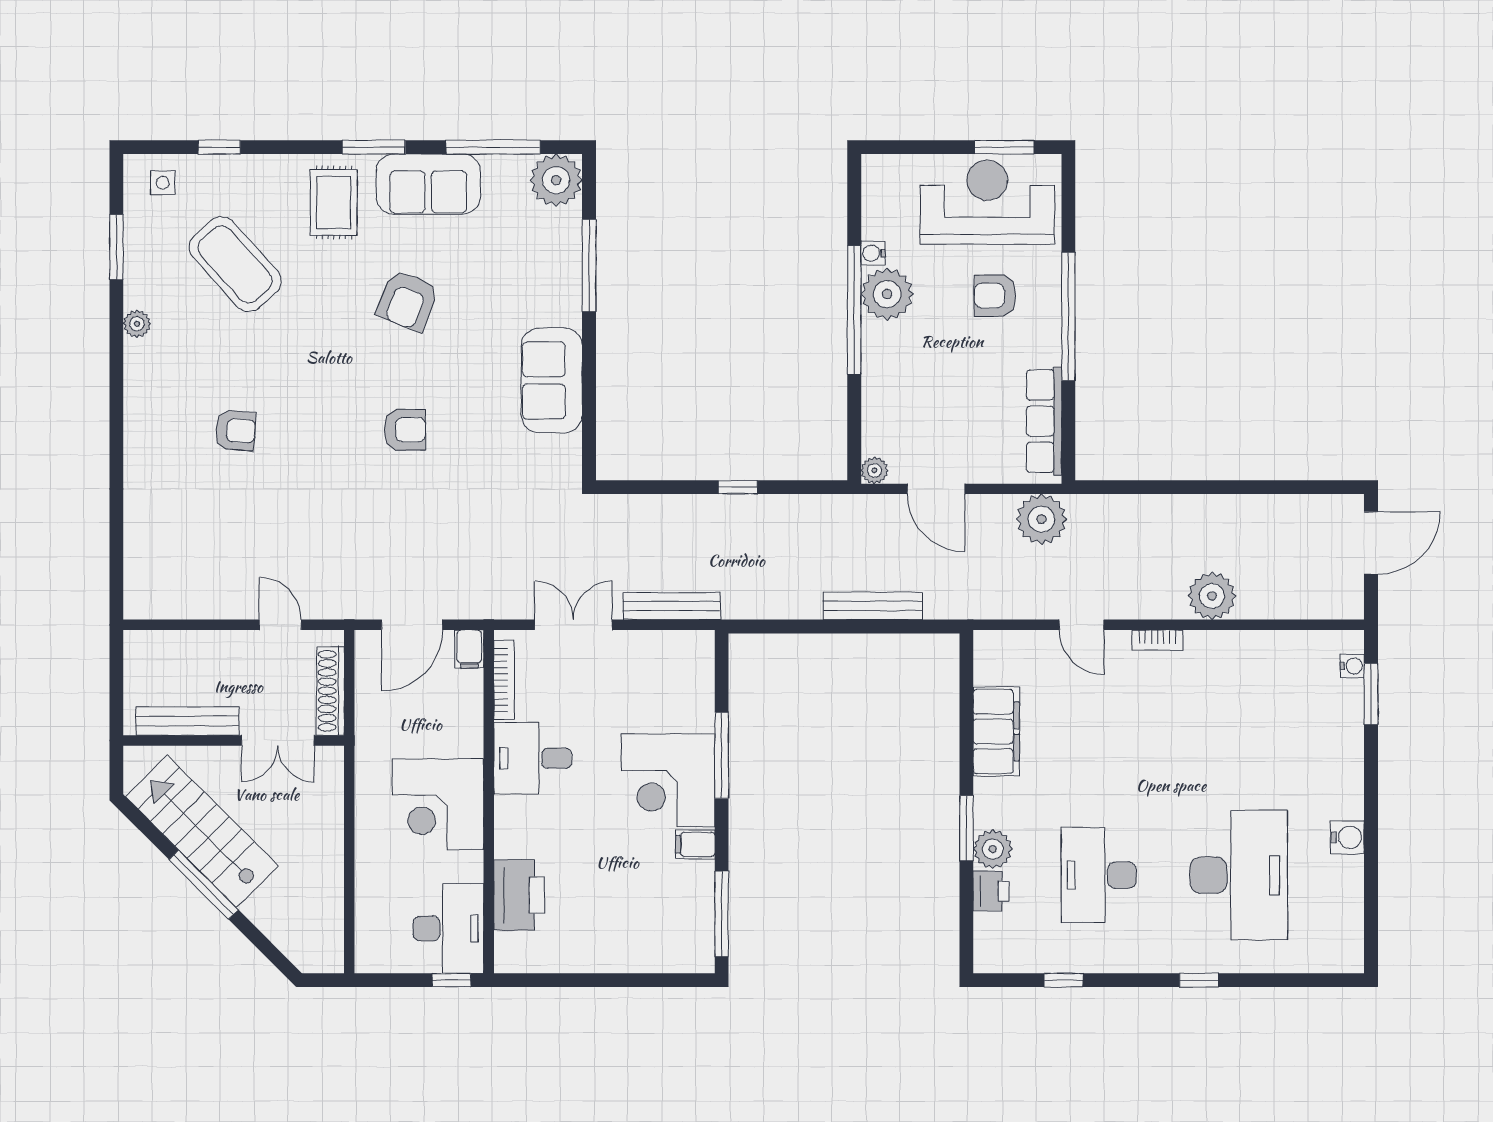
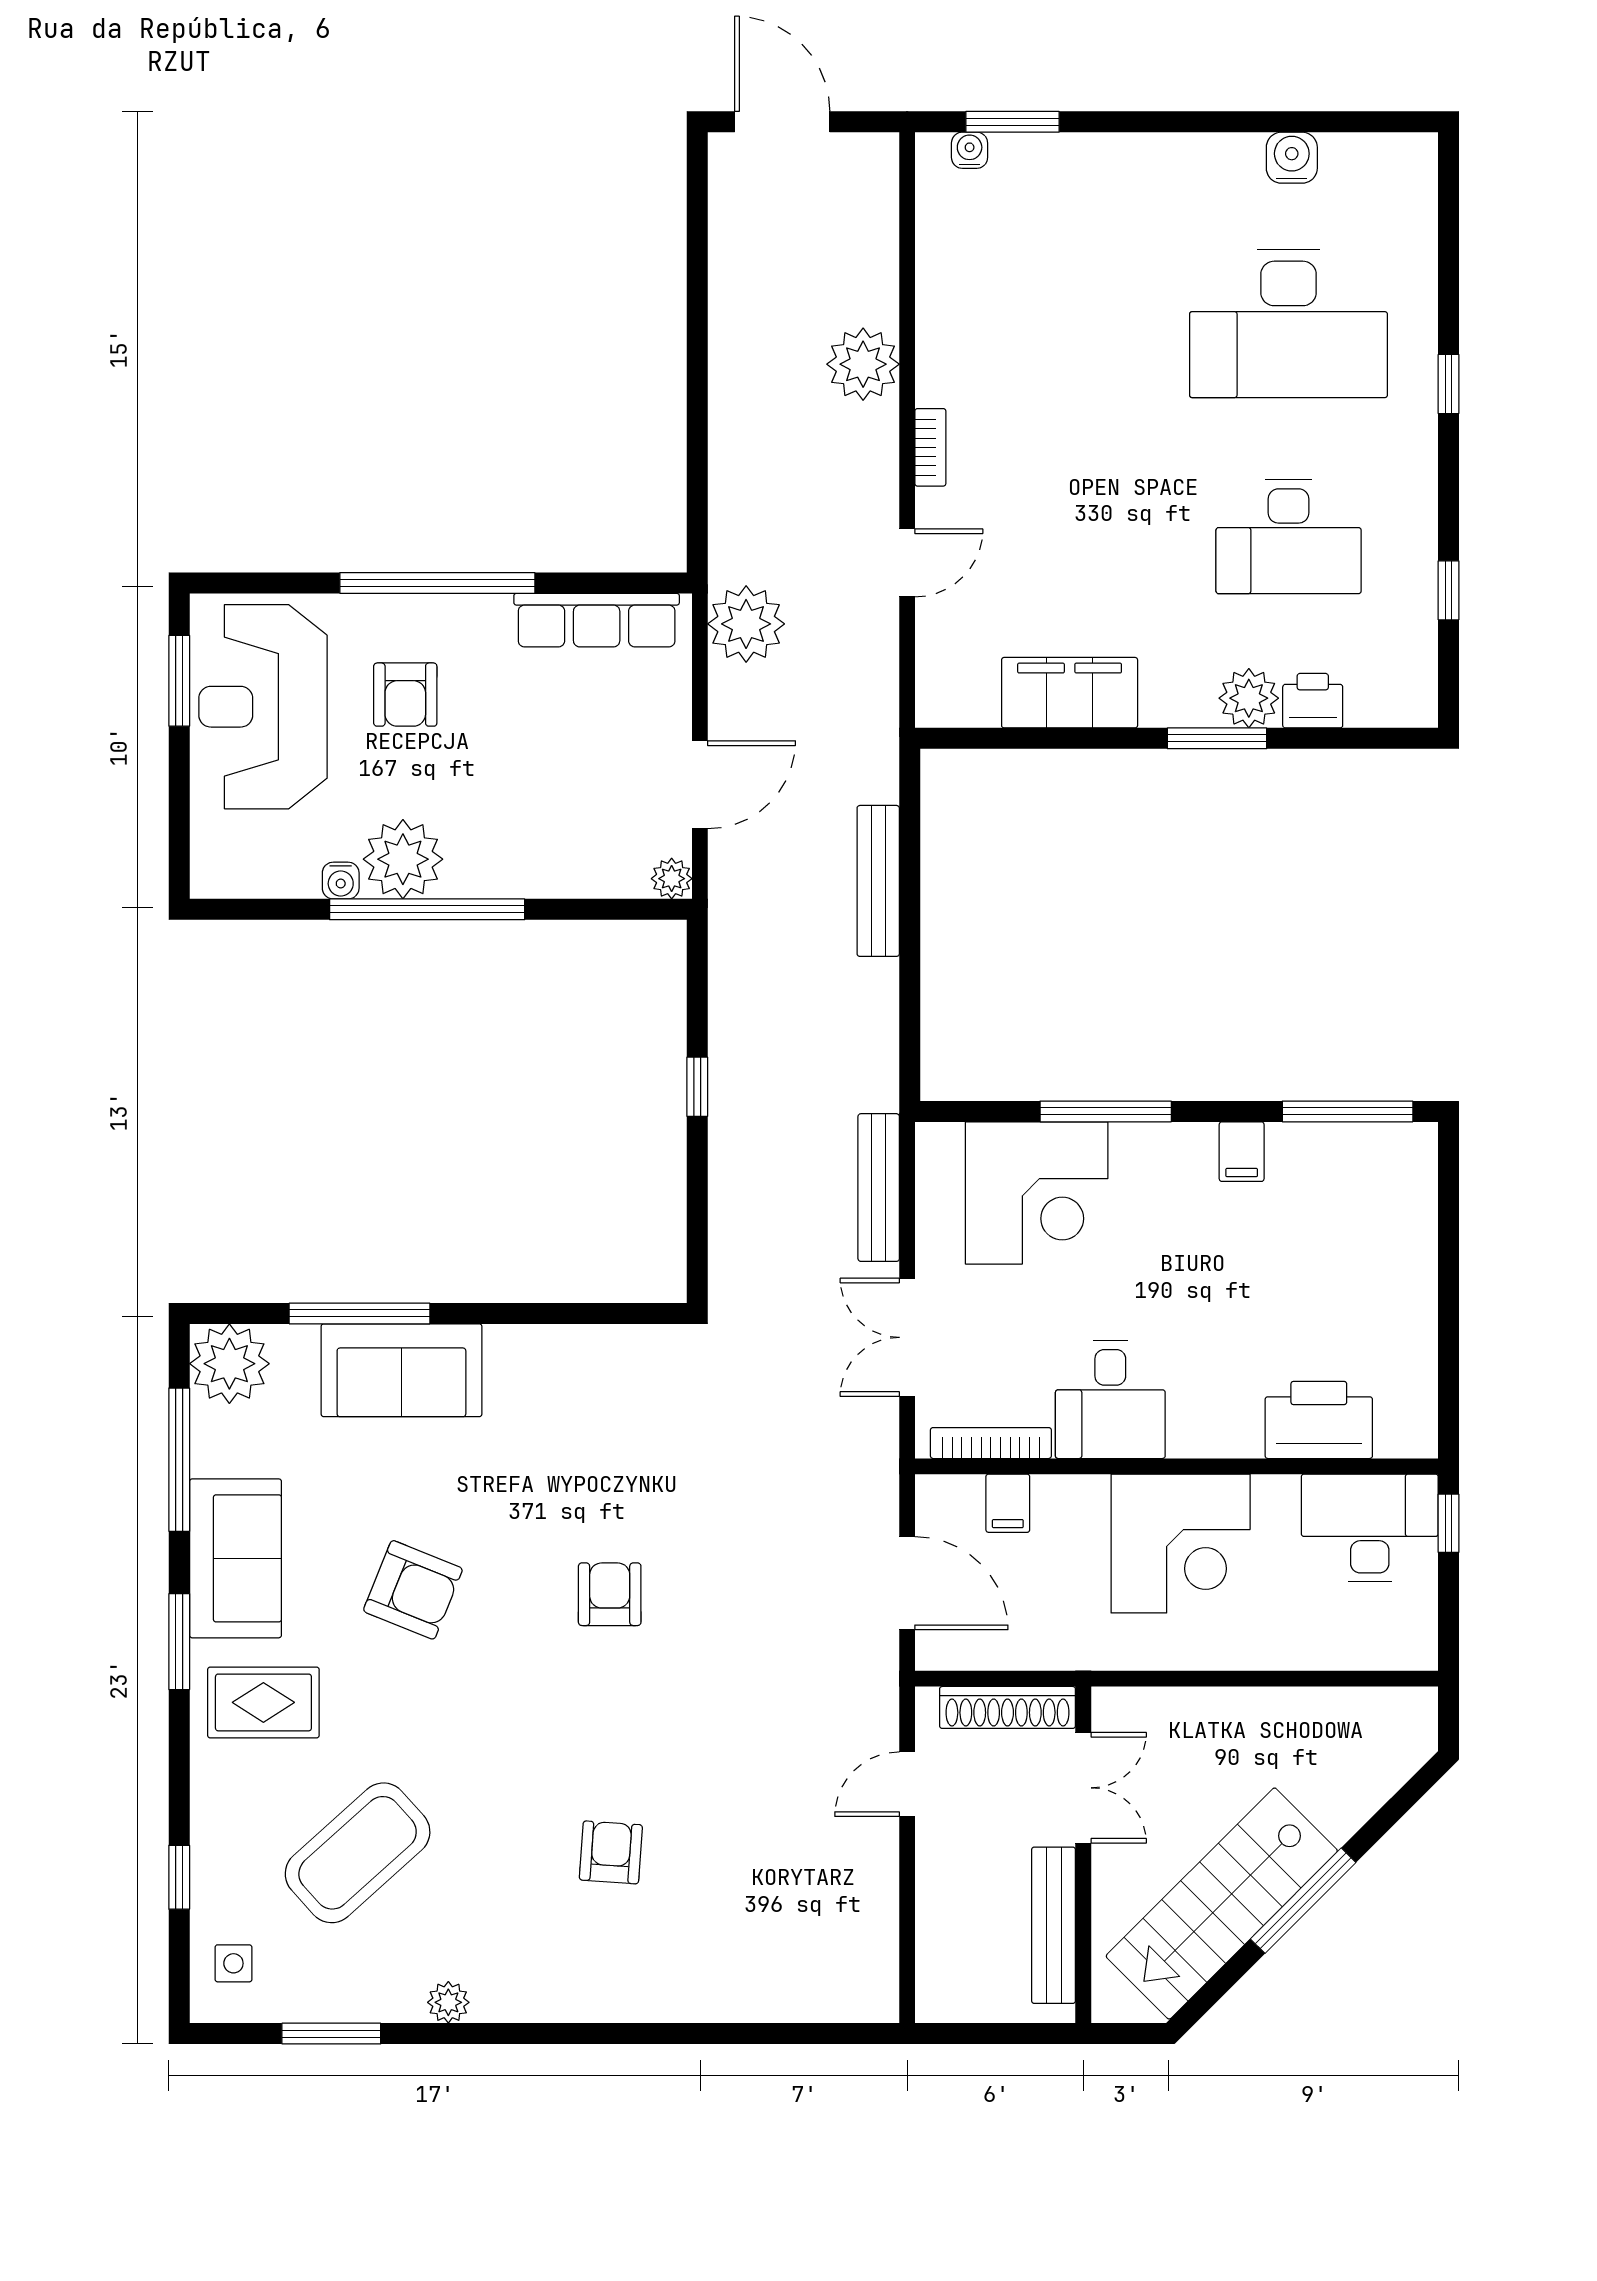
sofa: (552, 380) -> (401, 1370), moved
filing cabinet: (469, 649) -> (1008, 1503), moved, turned 90
corner desk: (668, 780) -> (1037, 1193), moved
water cooler: (1347, 837) -> (1292, 158), moved
desk: (1239, 875) -> (1289, 323), turned 180

